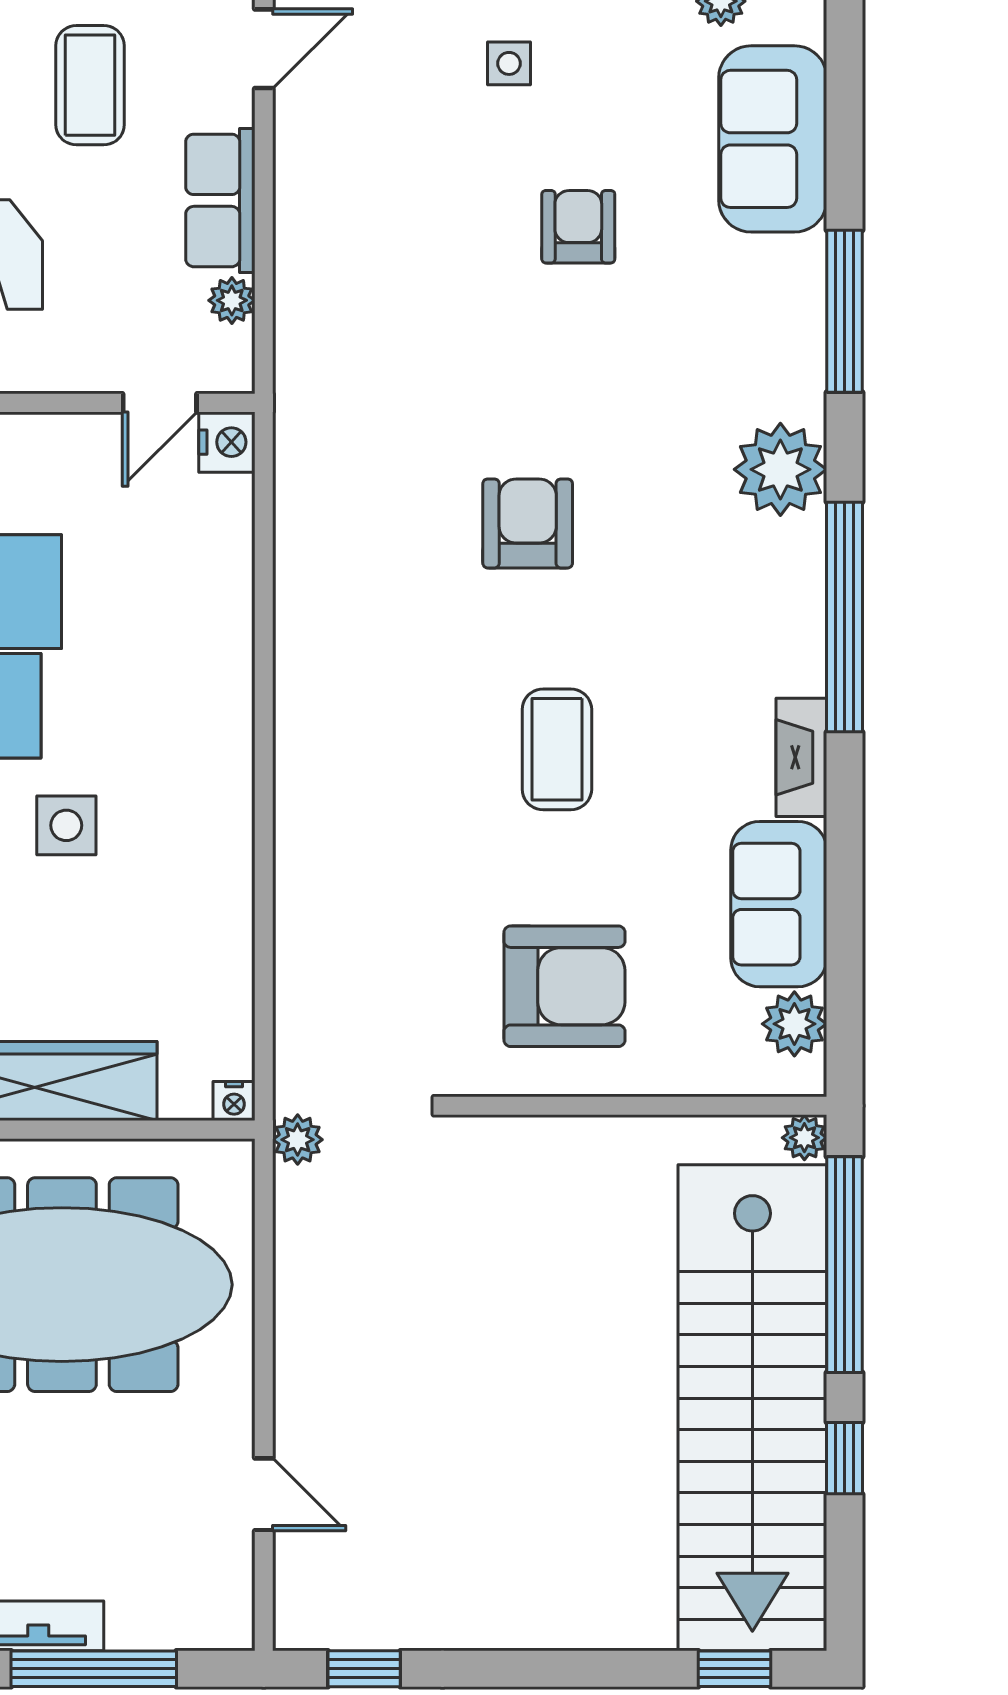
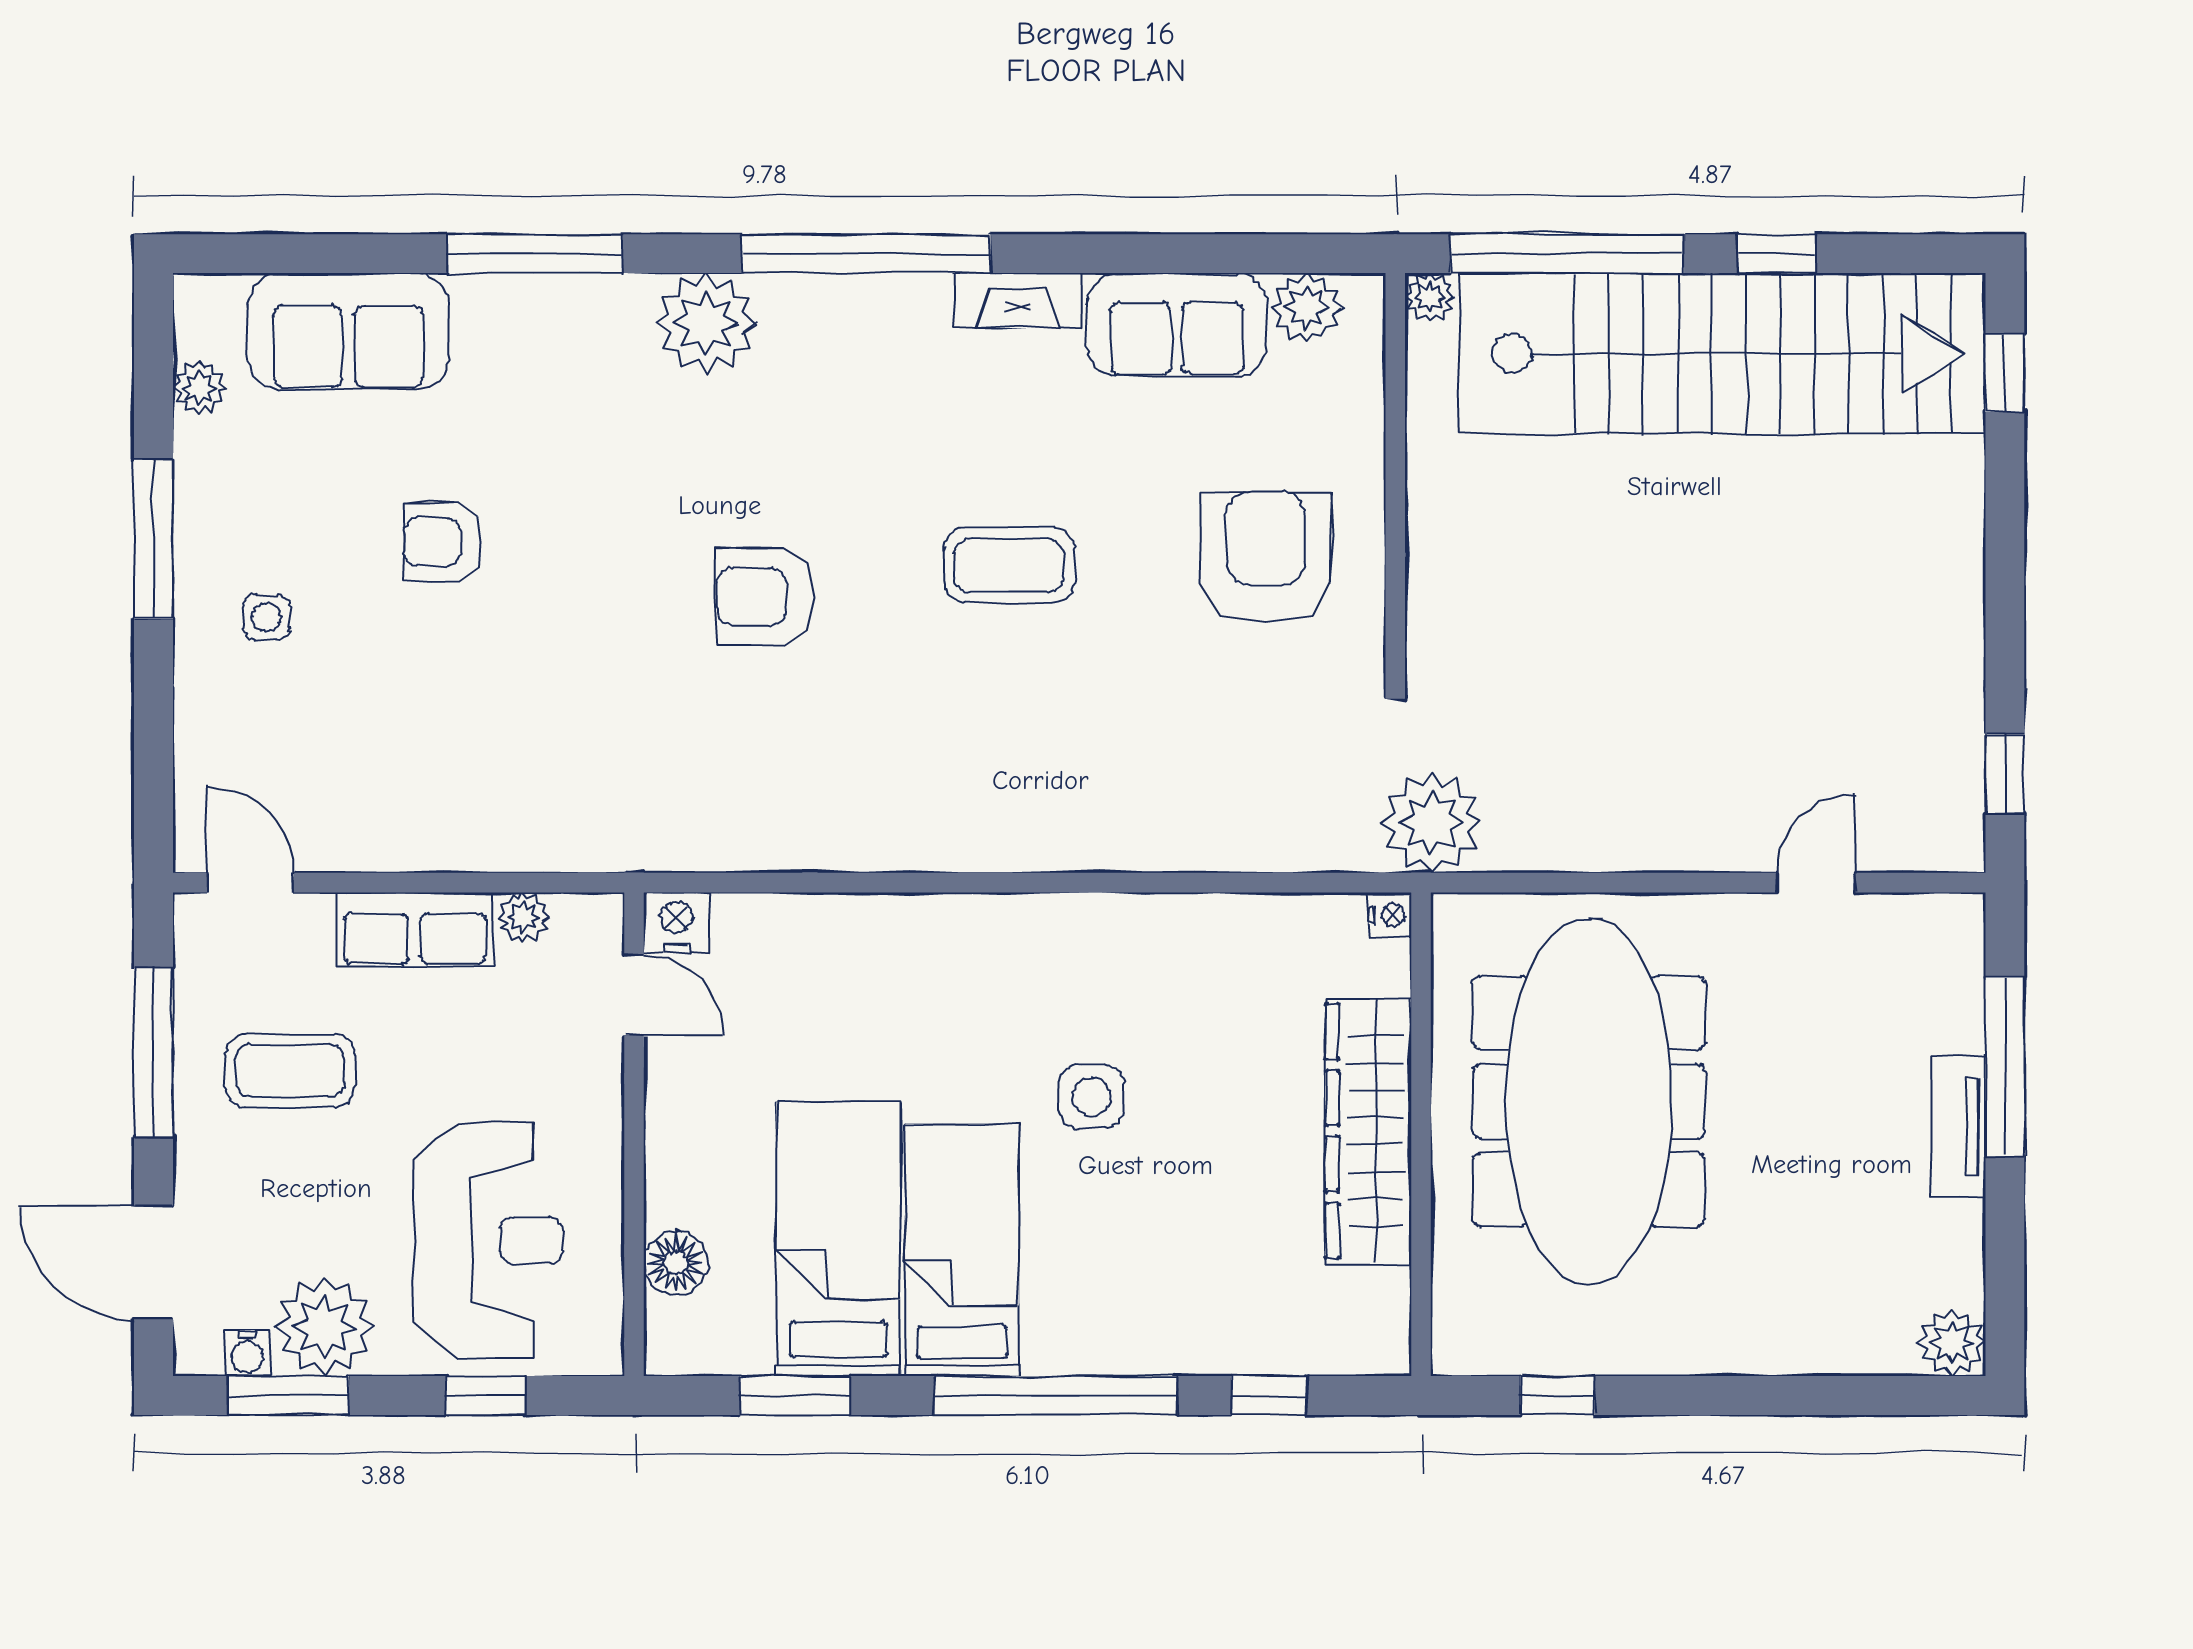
plant: (298, 1140) -> (1432, 822), width x1.88, depth x1.88

